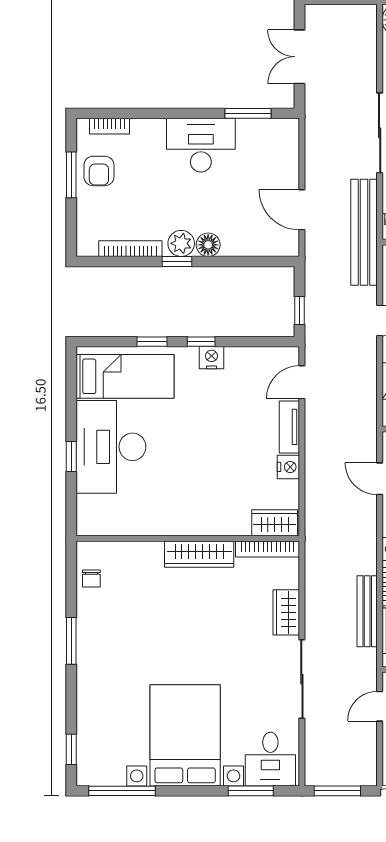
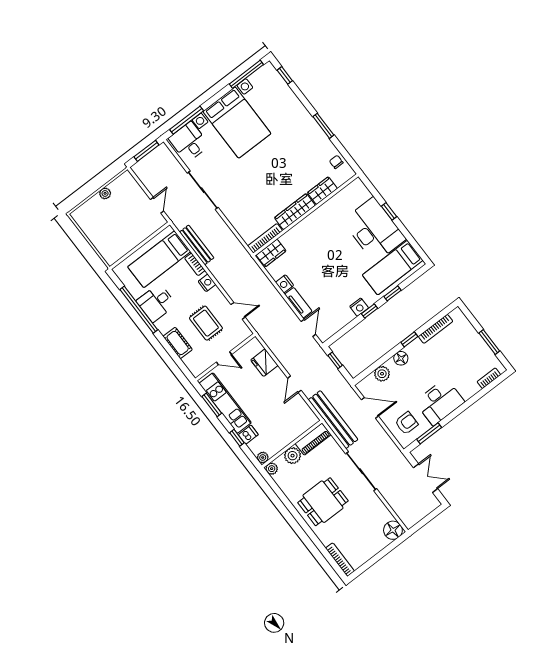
armchair: (99, 171) -> (406, 423), moved, turned 90
plant: (181, 243) -> (382, 374), moved
wardrobe: (286, 612) -> (322, 191), moved, turned -90
window: (251, 791) -> (187, 120), width x1.44

